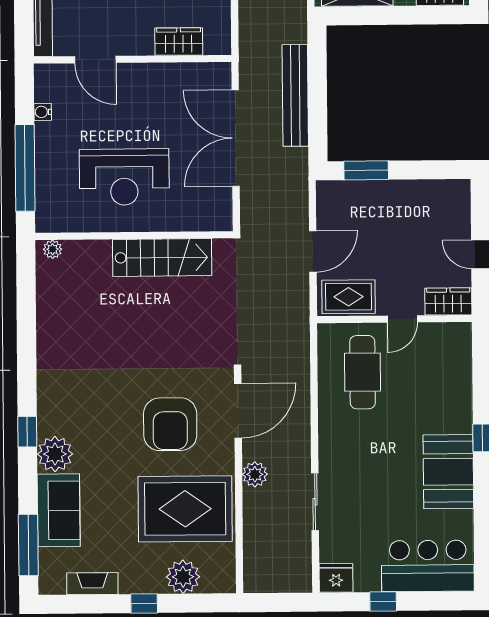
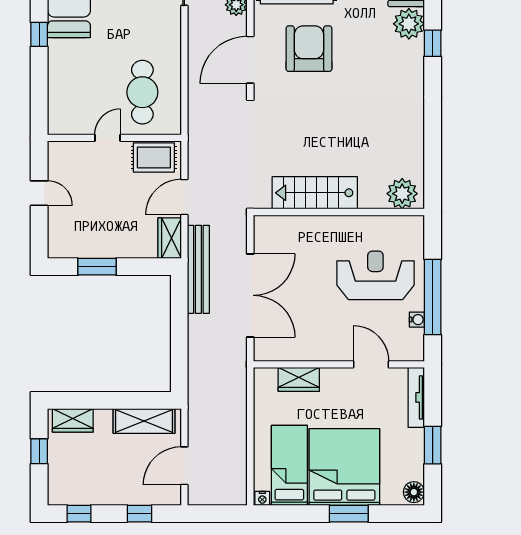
bench: (295, 95) -> (198, 269), moved
window: (25, 168) -> (433, 297), moved
window: (366, 170) -> (97, 267), moved
reception desk: (124, 177) -> (375, 275), moved
plant: (53, 249) -> (402, 194), width x1.87, depth x1.87
wardrobe: (448, 301) -> (170, 238), moved, turned 90

